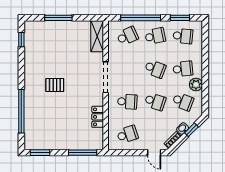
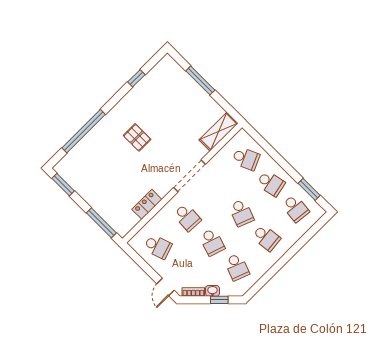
window: (141, 18) -> (274, 154), removed
window: (21, 40) -> (136, 78), moved
plant: (196, 85) -> (264, 263), removed

